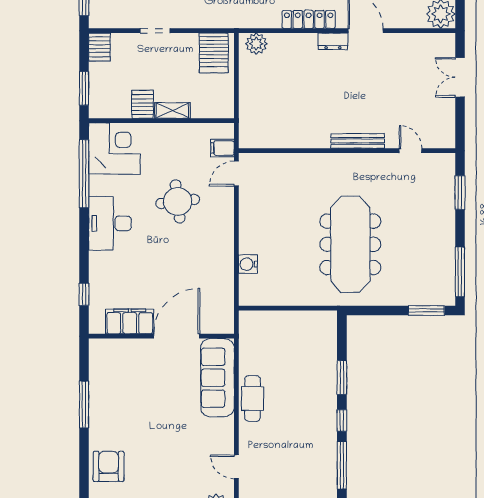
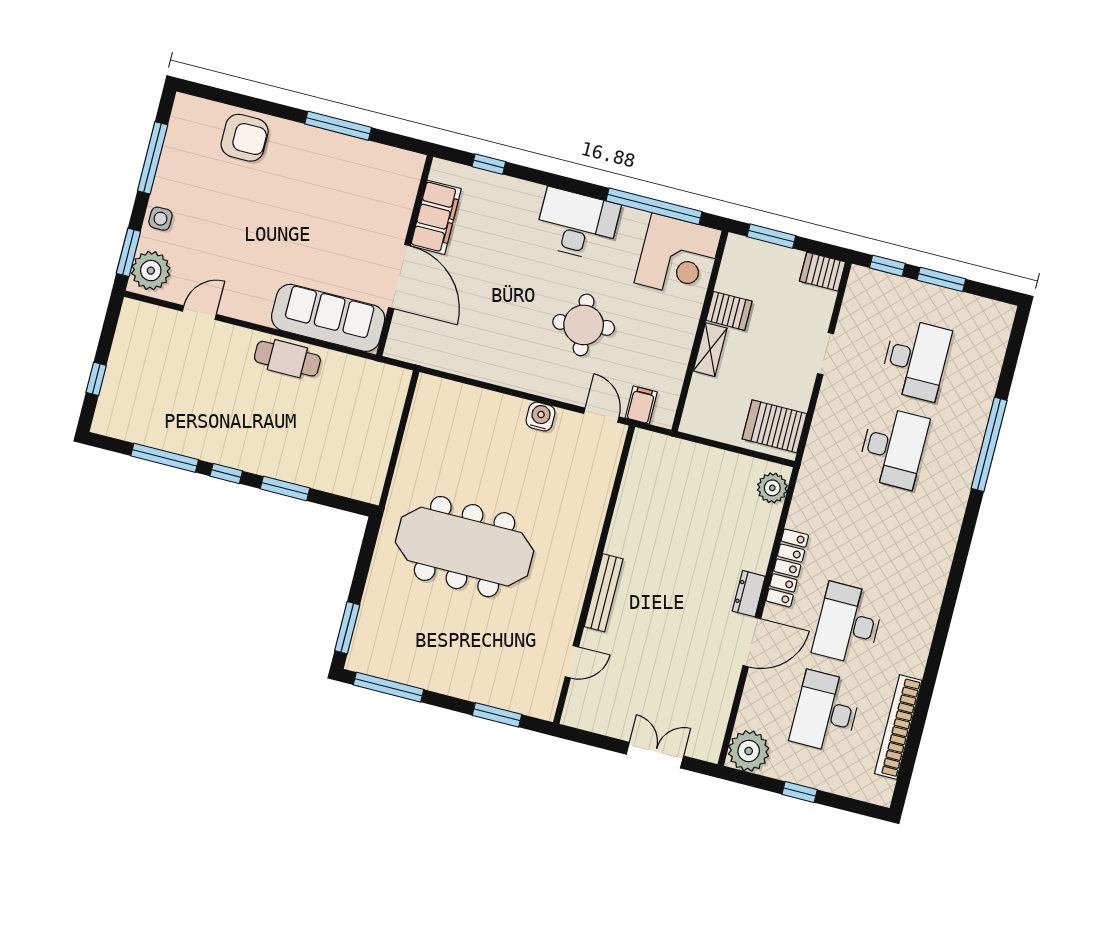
water cooler: (248, 264) -> (540, 417), moved

